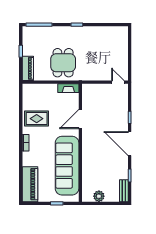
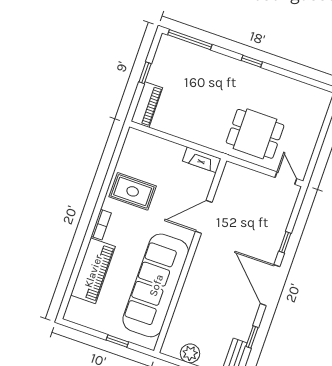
dining table: (63, 63) -> (255, 134), moved, turned 90
piano: (30, 184) -> (93, 271), moved

